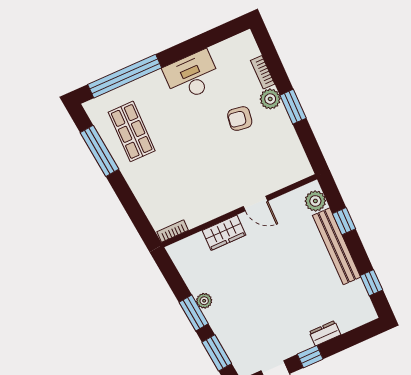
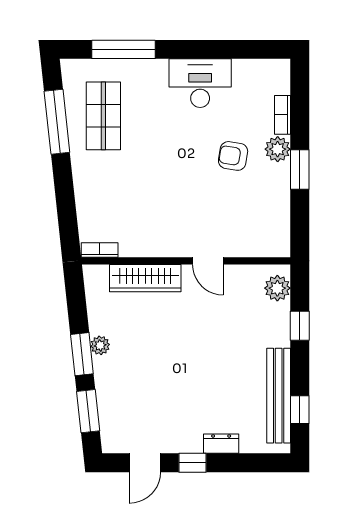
window: (125, 76) -> (123, 49), width x0.68
wardrobe: (224, 233) -> (145, 278), width x1.50
bench: (337, 246) -> (279, 396), moved

